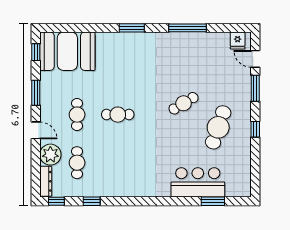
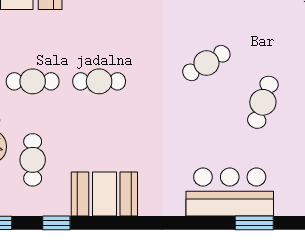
cafe table: (77, 115) -> (33, 81), turned 90
cafe table: (218, 127) -> (263, 102), width x0.73, depth x0.74
booth: (121, 184) -> (104, 194), added

